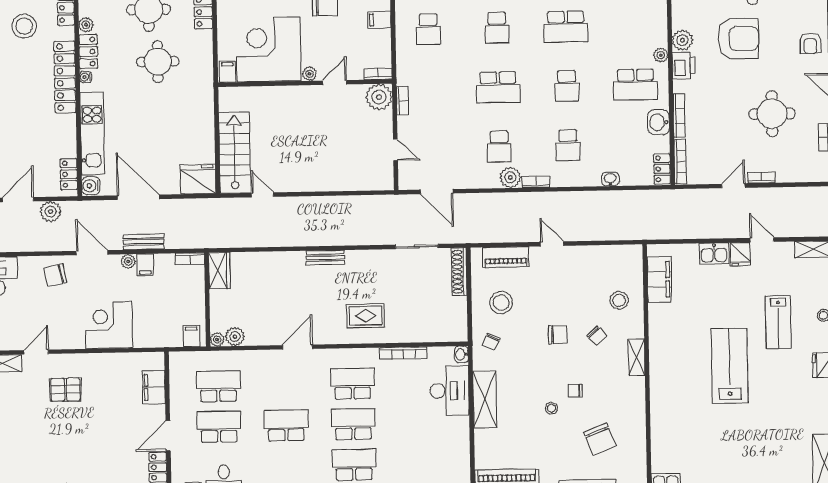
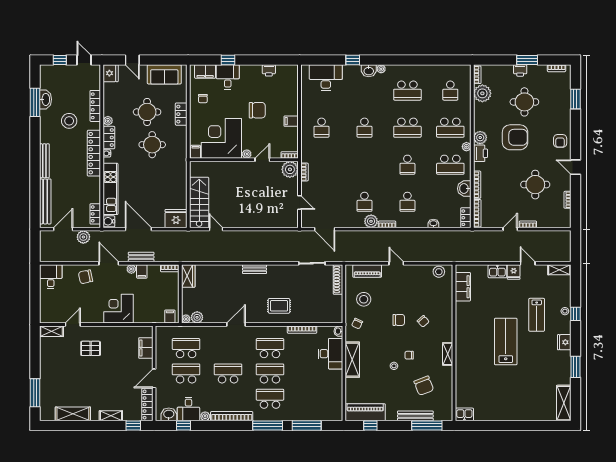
school desk: (498, 87) -> (450, 128), moved
stool: (619, 300) -> (439, 272), moved
shelving: (636, 357) -> (448, 354), moved

